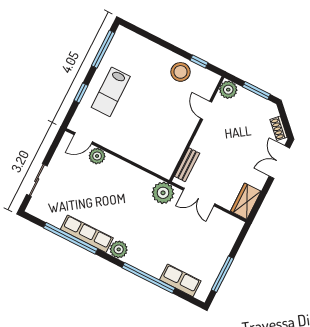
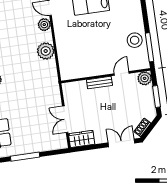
window: (199, 61) -> (150, 47), width x2.17
bench: (187, 165) -> (99, 83), moved
plant: (163, 193) -> (46, 51), moved
double door: (199, 197) -> (65, 119), moved

